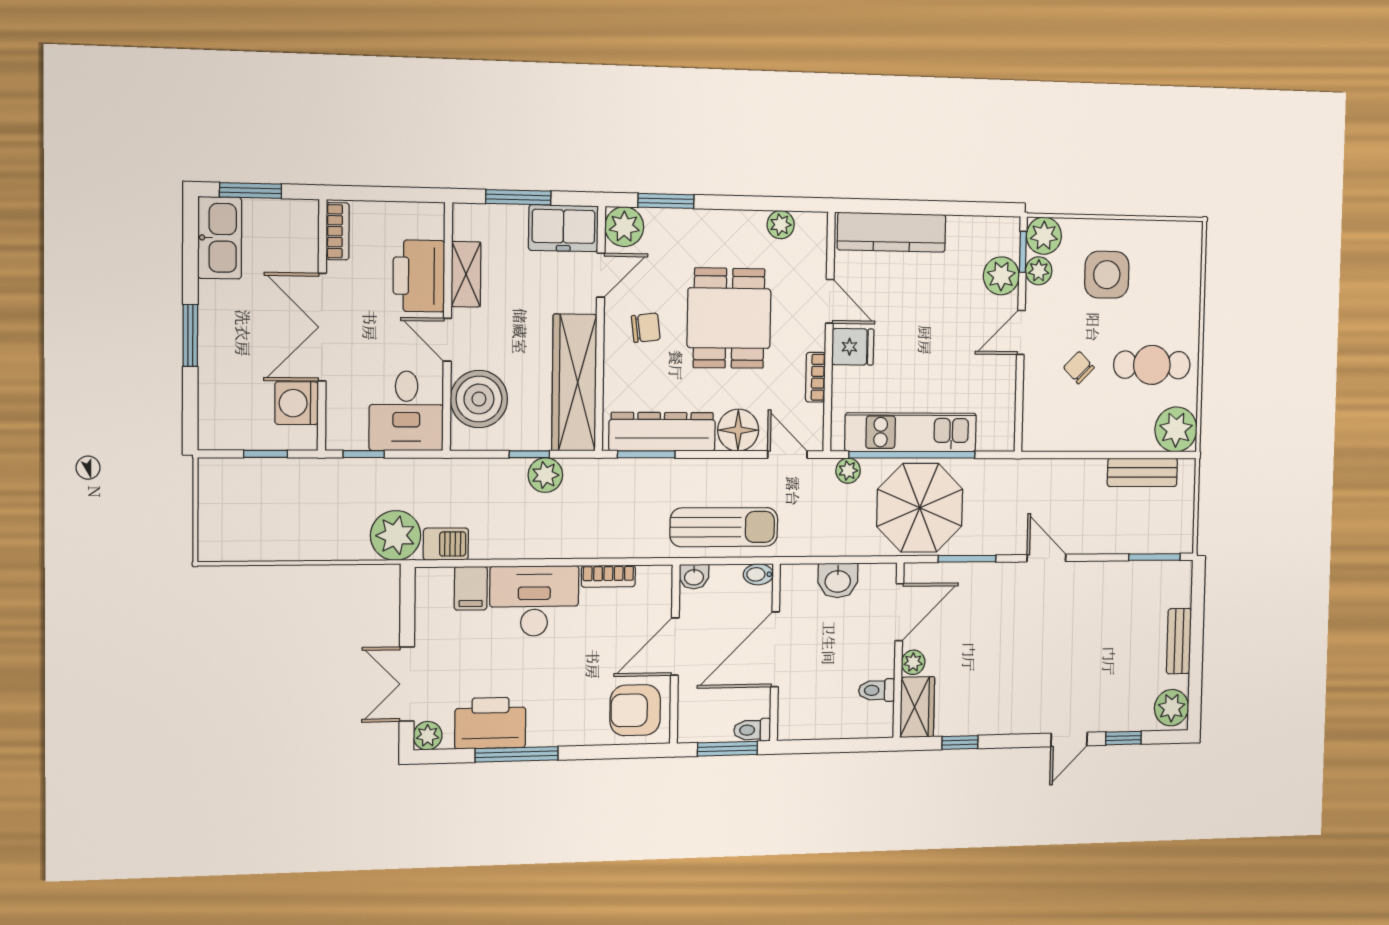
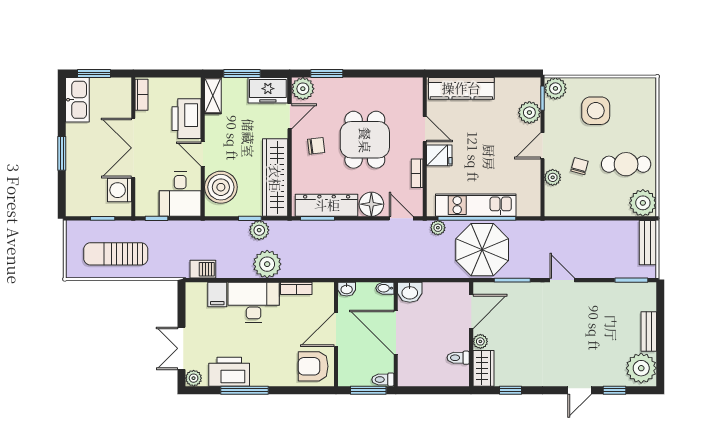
plant: (781, 225) -> (395, 85), removed
plant: (1039, 271) -> (553, 177), moved
shelving: (466, 274) -> (213, 96), moved
chair: (1079, 368) -> (580, 166), turned 60
bench: (1142, 472) -> (648, 243), moved, turned 90
sun lounger: (724, 527) -> (116, 254), moved, turned 180
plant: (396, 535) -> (267, 264), moved
washbasin: (838, 580) -> (410, 292), moved
door: (775, 649) -> (396, 332), hinge flipped
plant: (1172, 708) -> (641, 368), width x1.36, depth x1.36

